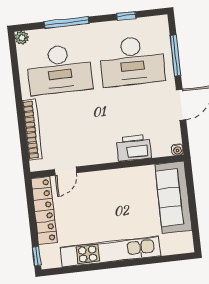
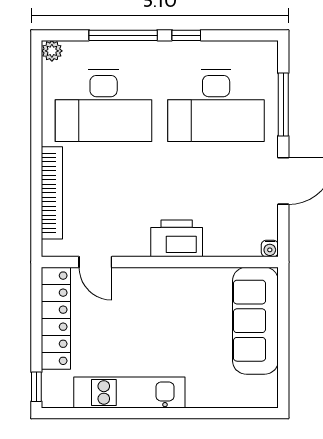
window: (126, 16) -> (186, 35), moved
printer: (134, 148) -> (177, 238), moved
door: (66, 171) -> (95, 262), hinge flipped
kitchen unit: (110, 252) -> (129, 392), width x0.73

